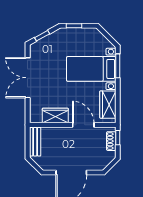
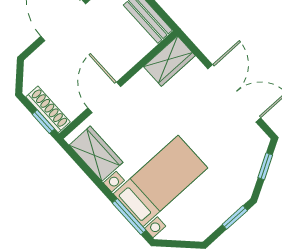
wardrobe: (55, 115) -> (169, 61), moved
door: (83, 125) -> (104, 97), swing flipped
shoe rack: (111, 141) -> (48, 109), width x1.43

